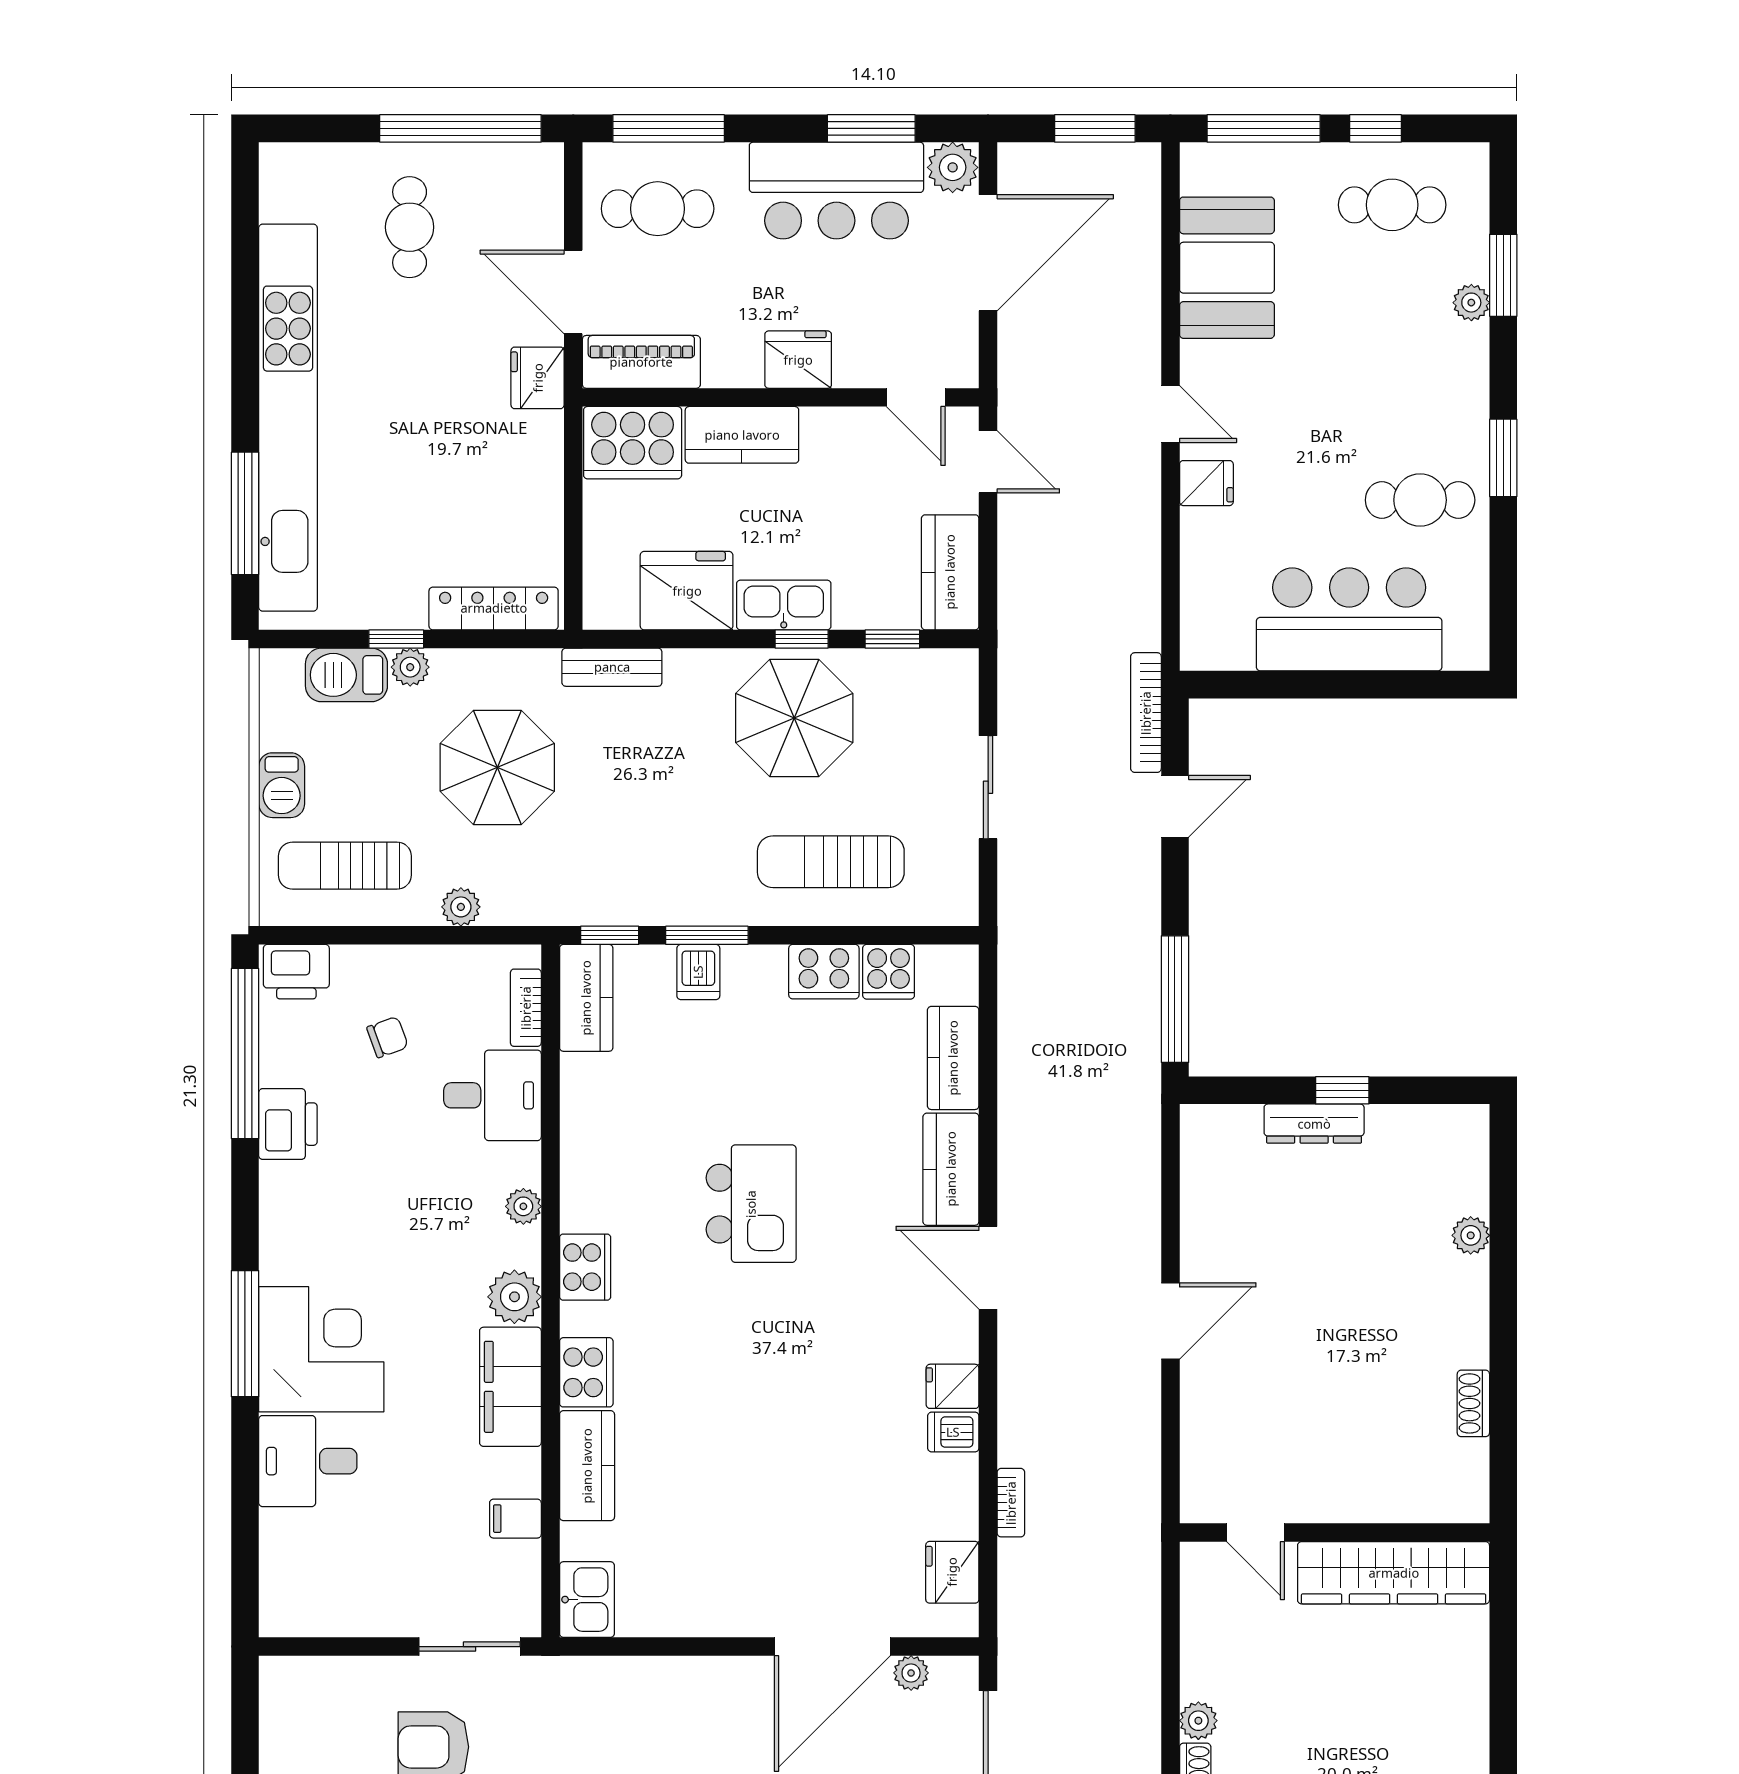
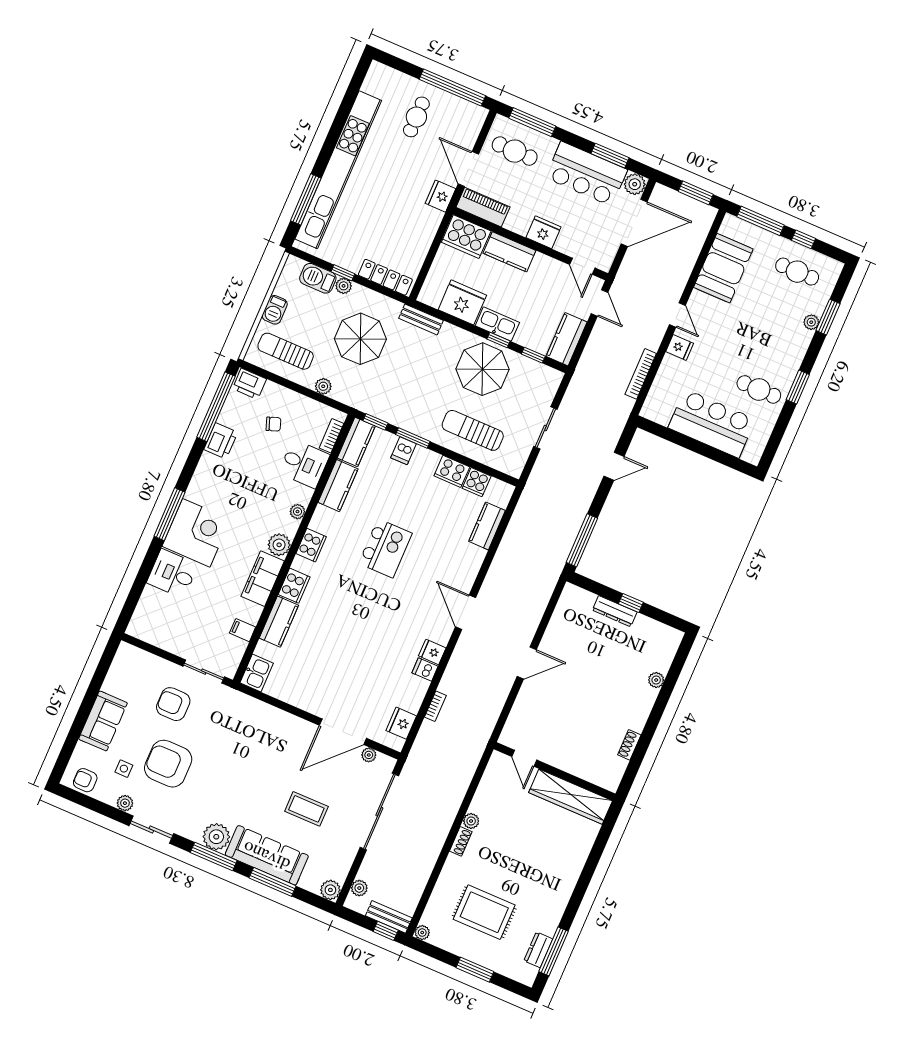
bookcase: (1146, 713) -> (641, 374), moved
kitchen counter: (951, 1169) -> (338, 486), moved, turned 180

